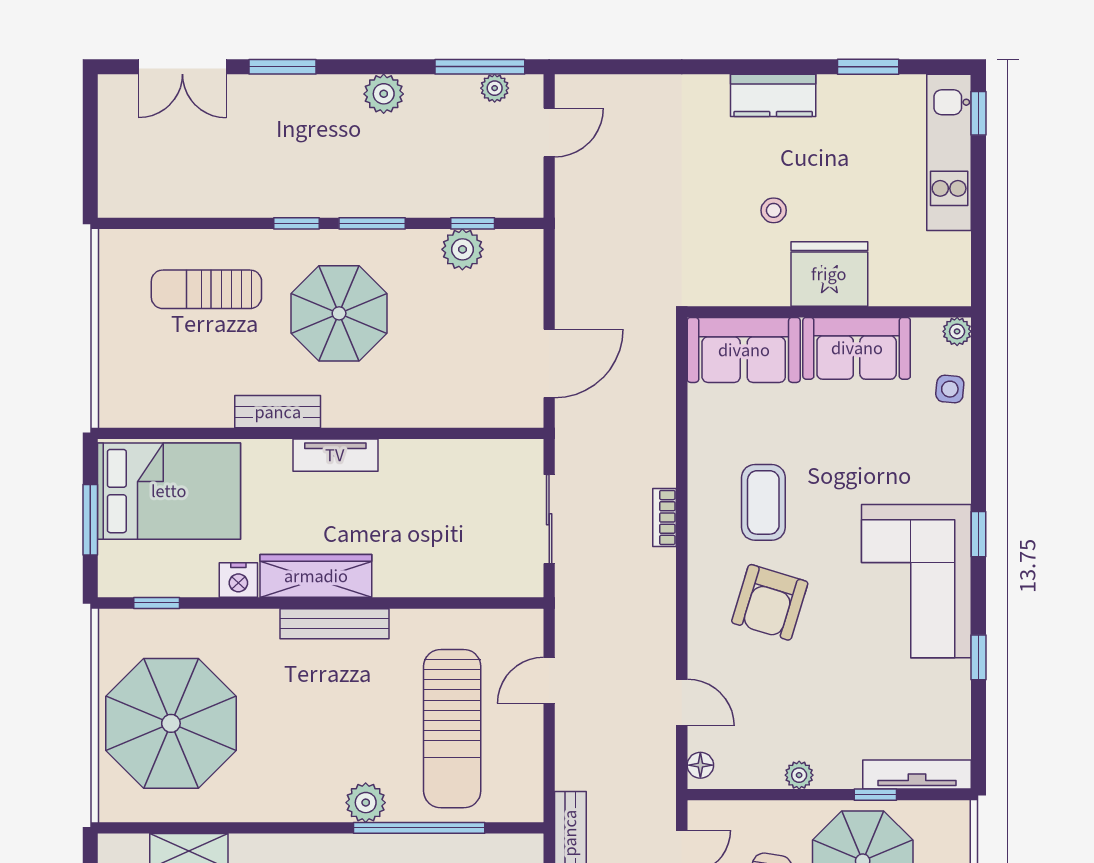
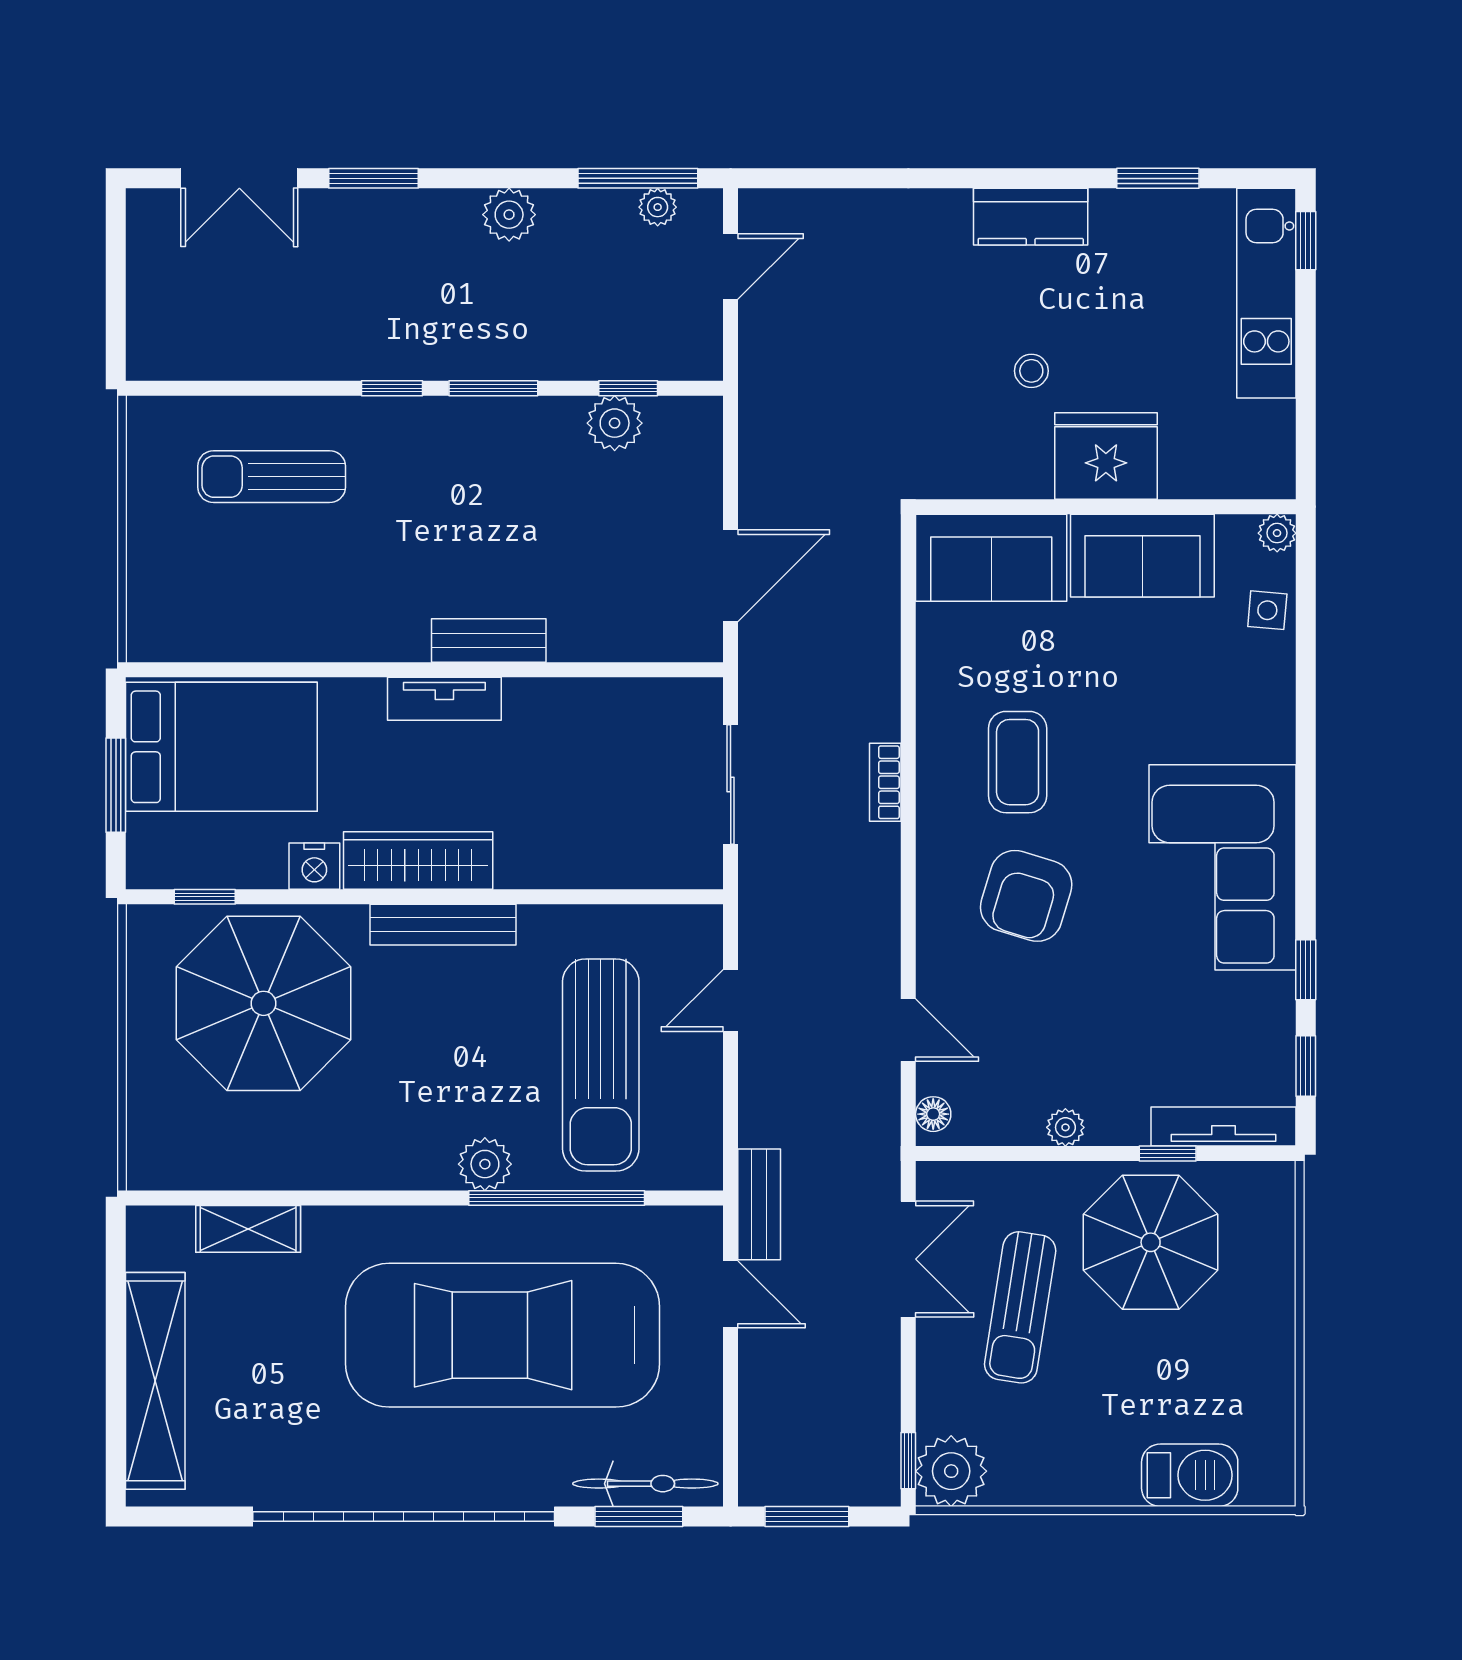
parasol: (339, 313) -> (449, 509), removed
bench: (278, 412) -> (489, 640), moved
window: (978, 534) -> (1306, 1066), moved
parasol: (171, 723) -> (264, 1003), moved

